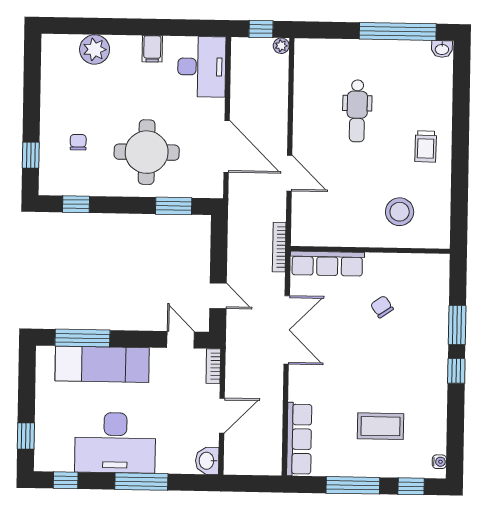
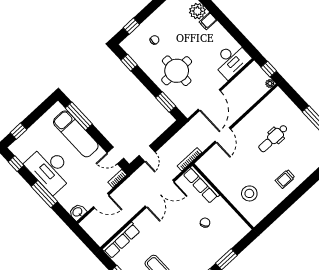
filing cabinet: (152, 49) -> (208, 21), moved
door: (181, 340) -> (115, 156), swing flipped

